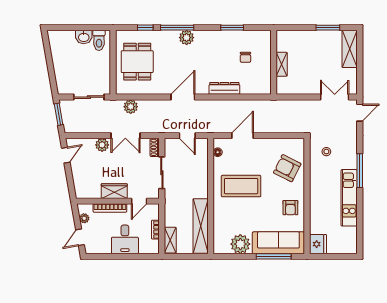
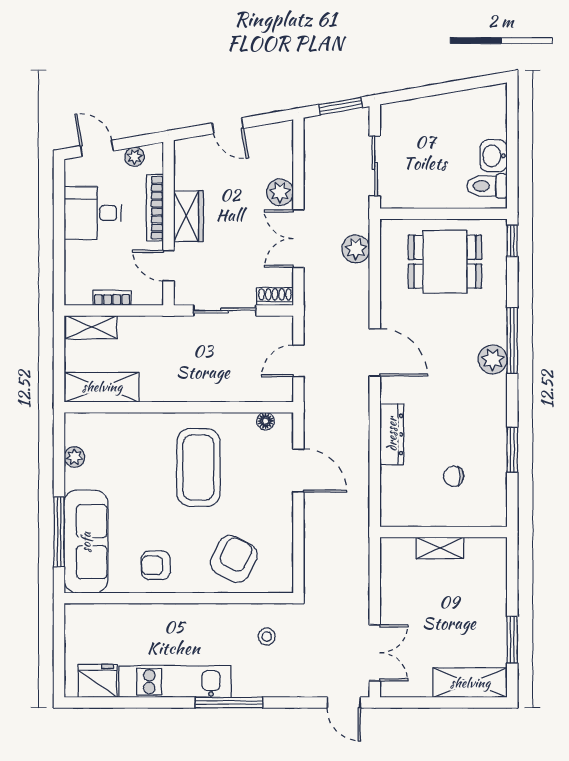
window: (145, 28) -> (512, 241), moved
door: (66, 155) -> (228, 126), moved
shelving: (201, 226) -> (102, 387), width x0.68
desk: (125, 239) -> (93, 213), moved
plant: (240, 244) -> (74, 457), width x0.53, depth x0.53
fridge: (318, 244) -> (98, 681), moved, turned 180

